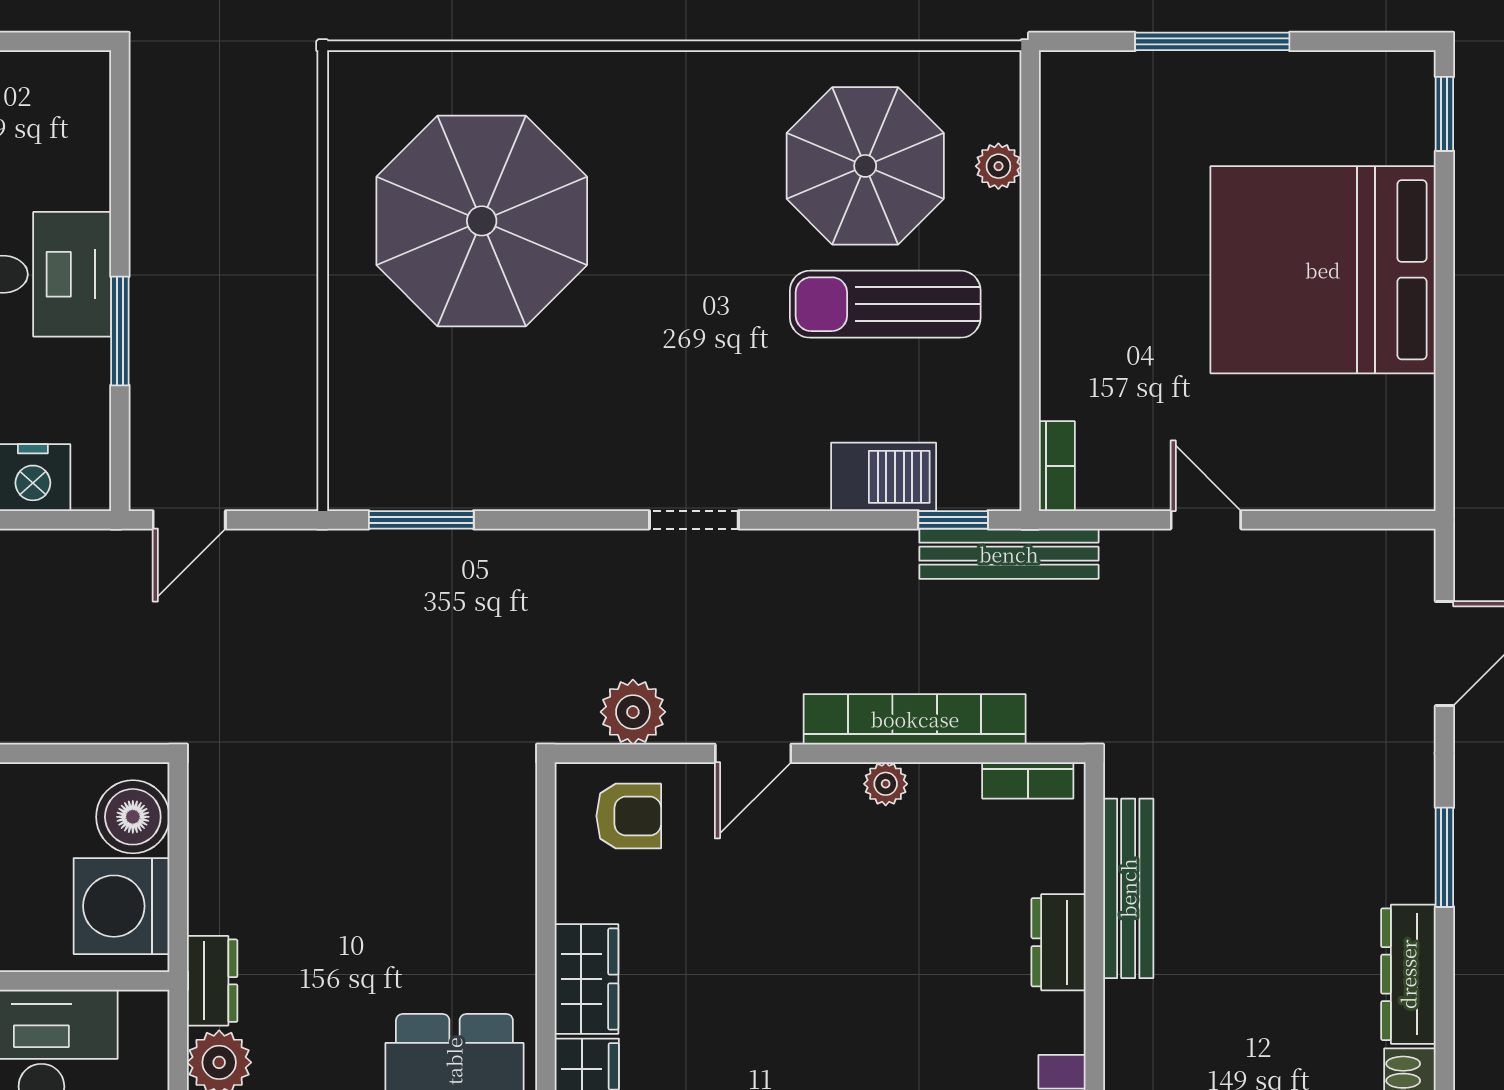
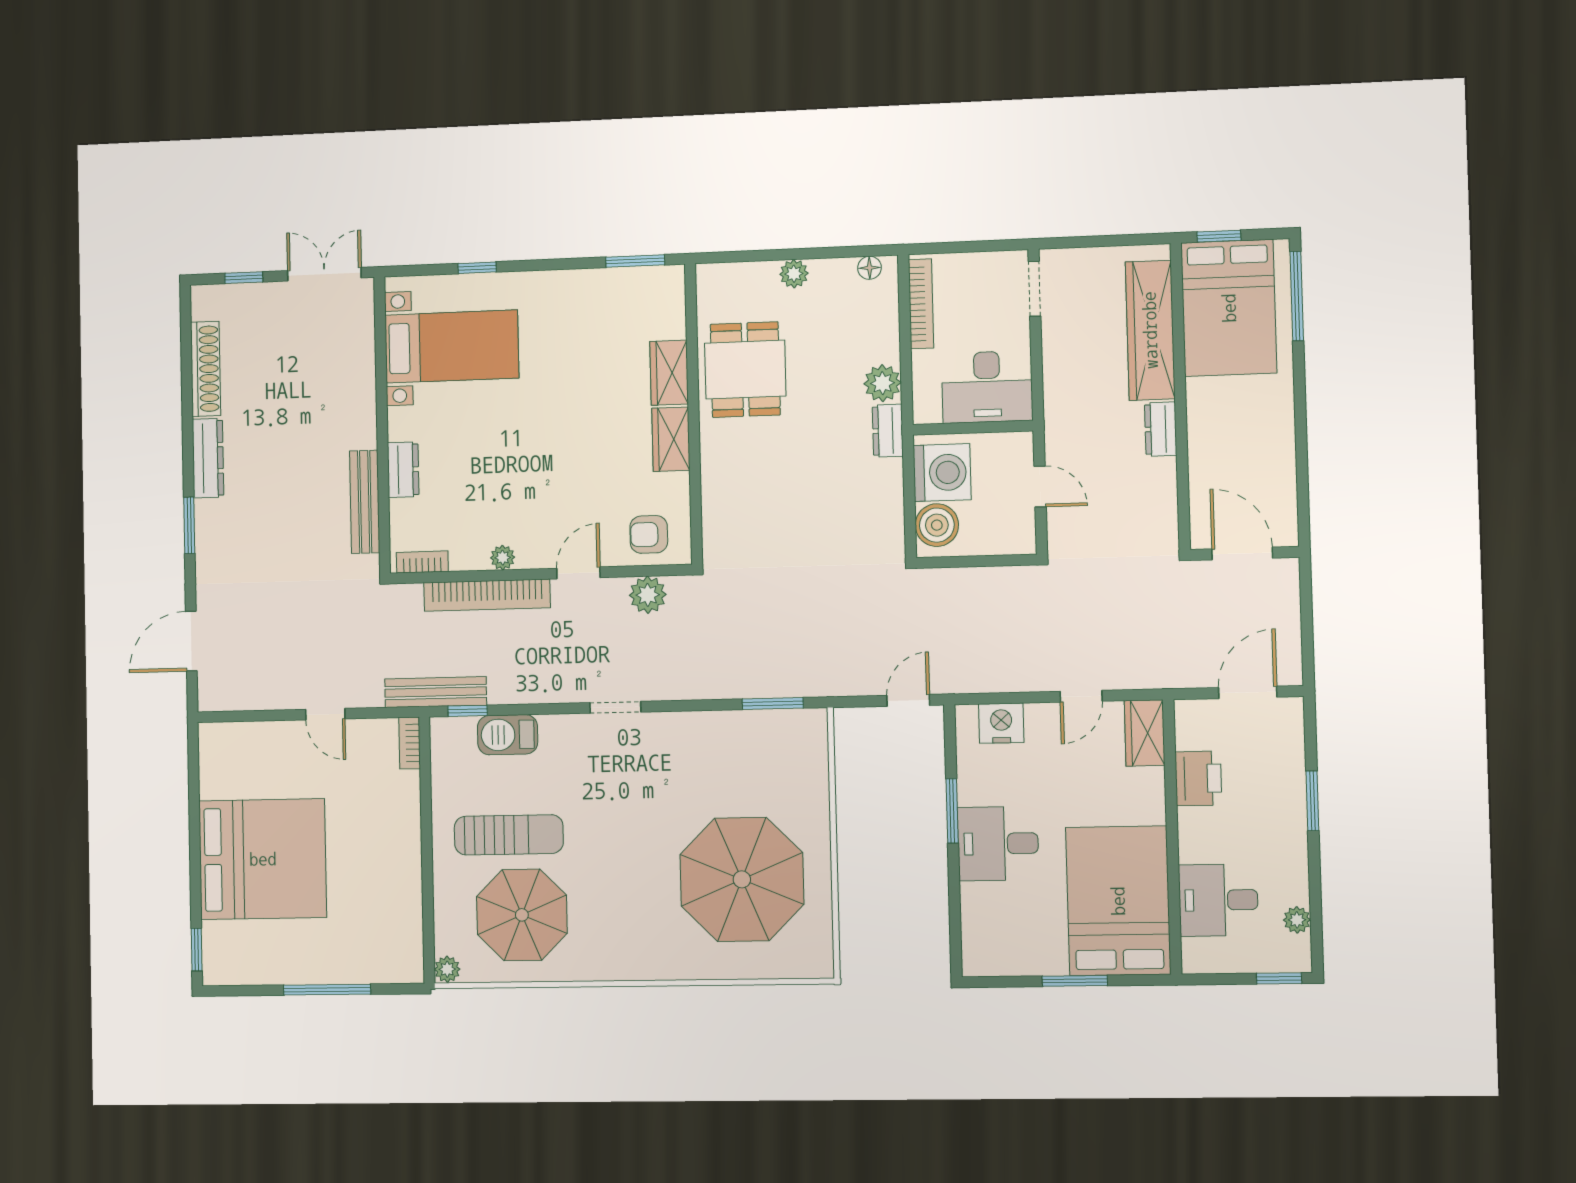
plant: (998, 166) -> (447, 969), moved

